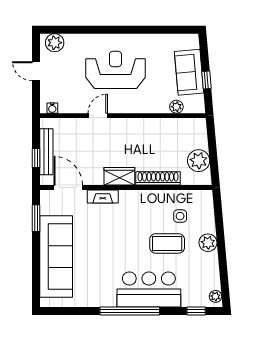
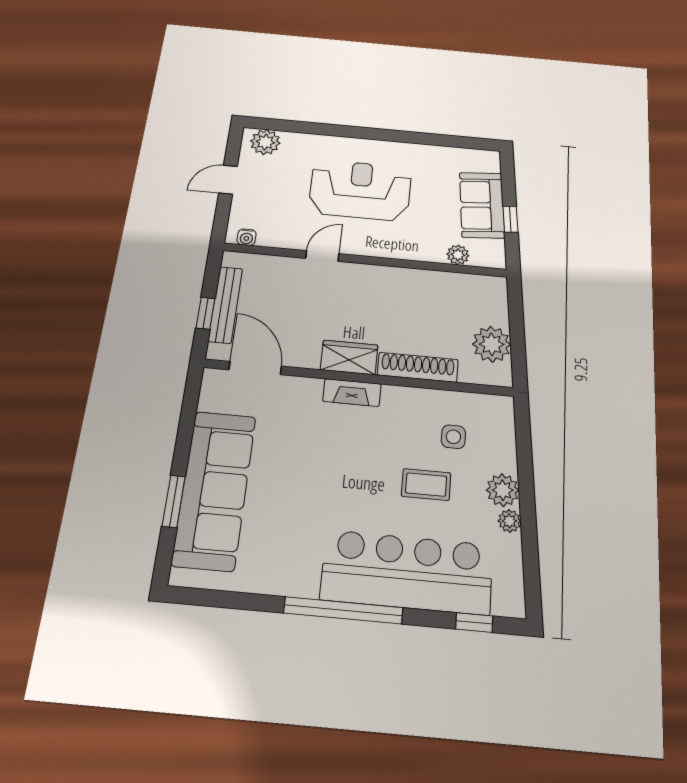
door: (36, 71) -> (228, 180), hinge flipped
fireplace: (103, 197) -> (352, 393), moved
window: (36, 218) -> (174, 501), moved
coffee table: (167, 243) -> (426, 485), width x0.73, depth x0.77
bar counter: (149, 289) -> (407, 572), width x1.36
plant: (215, 296) -> (509, 521), moved

